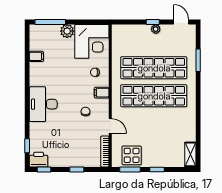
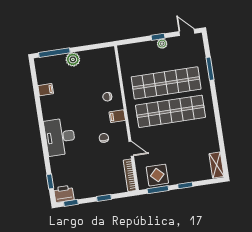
corner desk: (92, 41) -> (99, 66), removed

